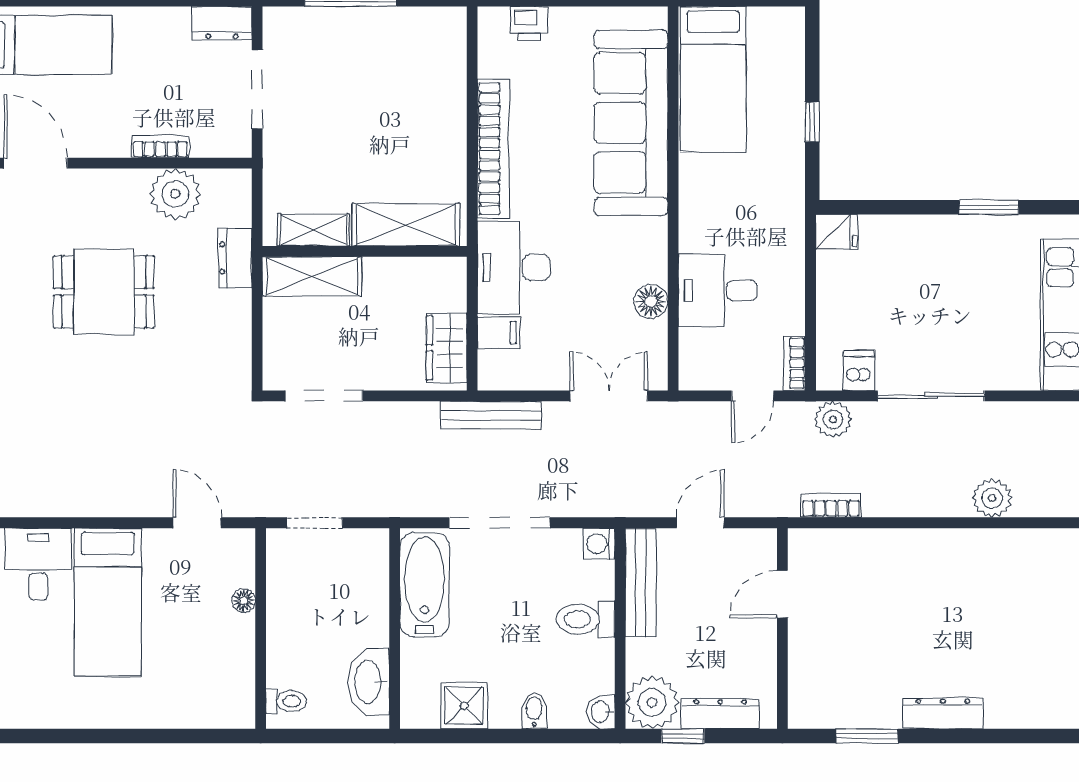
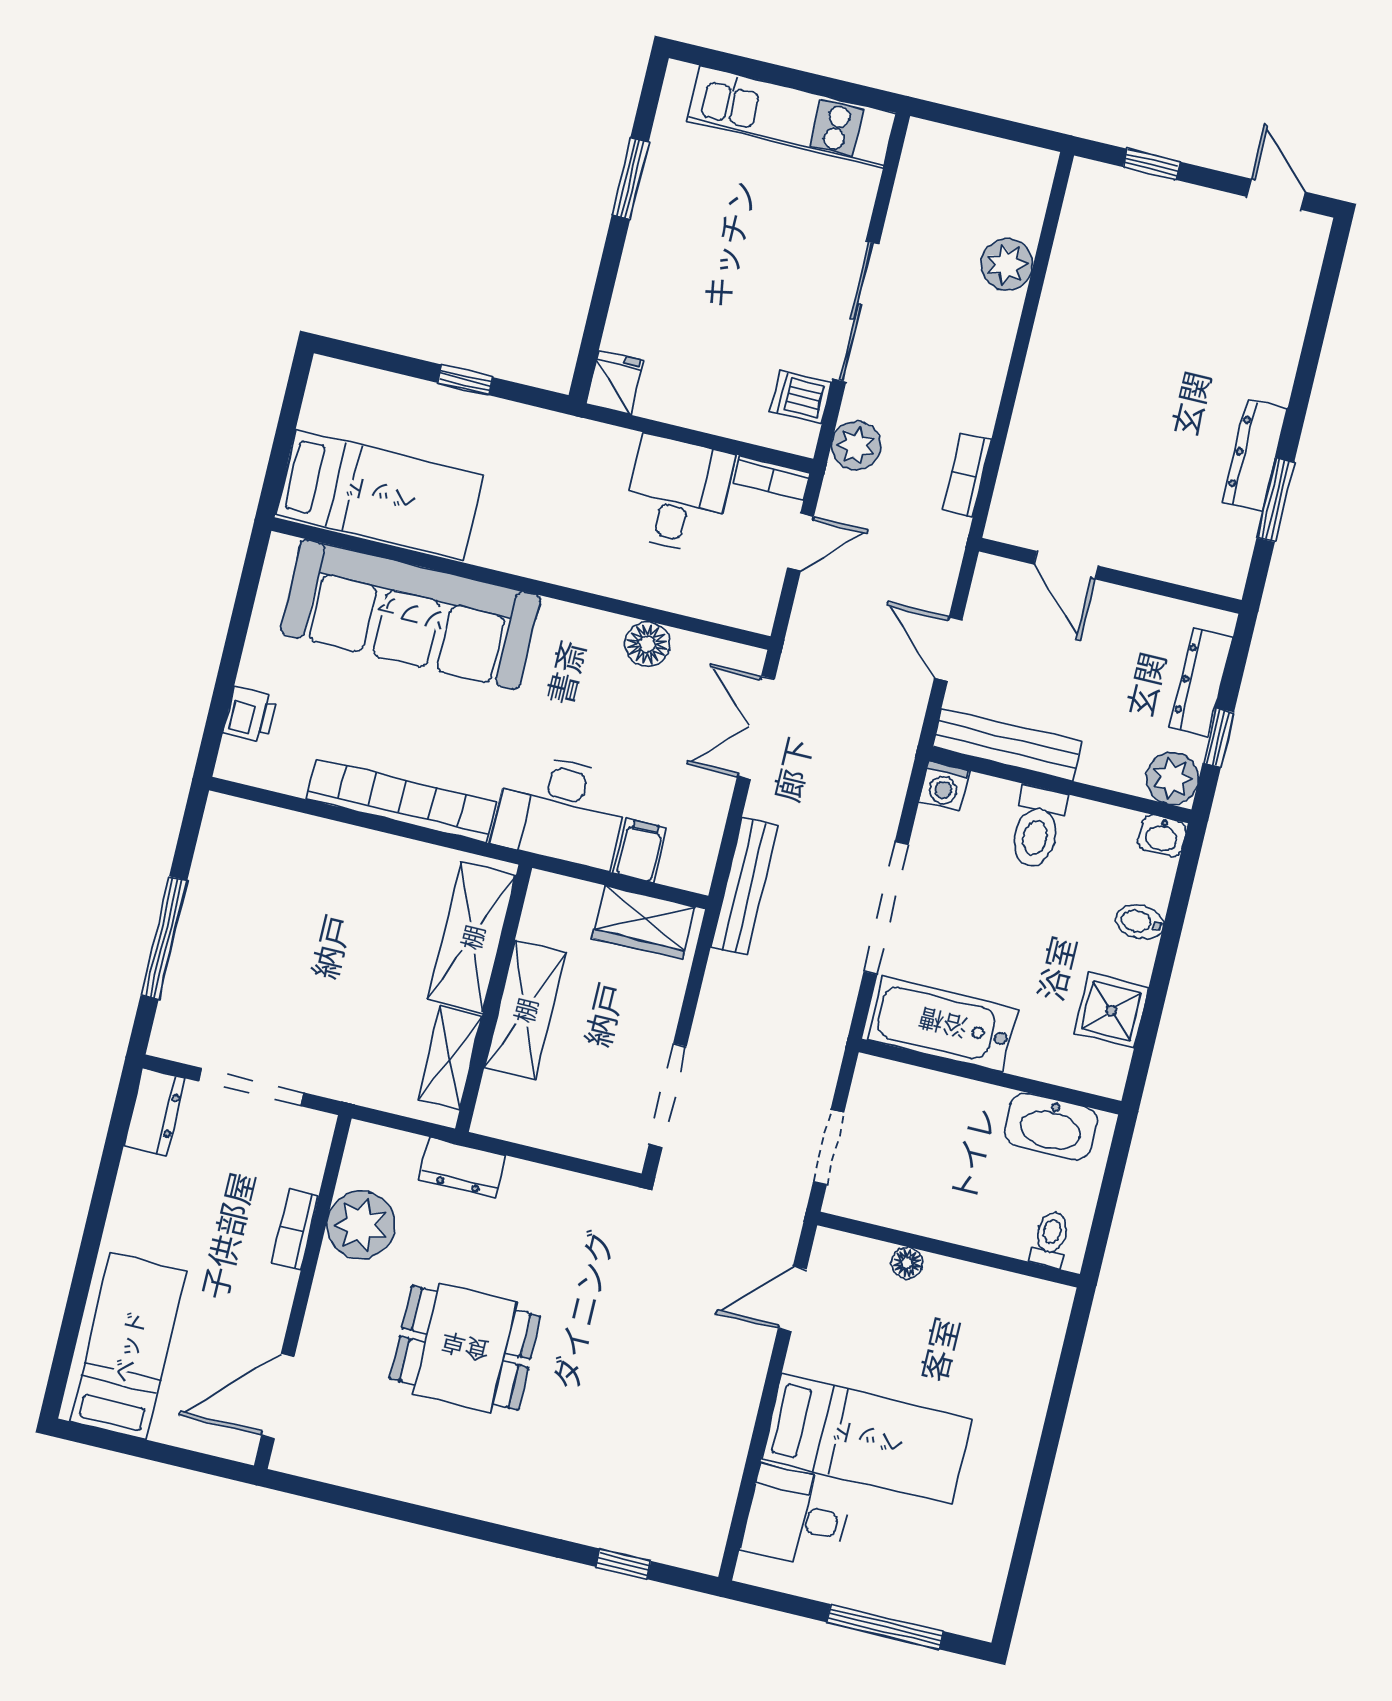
shelving: (312, 276) -> (525, 1010), moved
desk: (718, 291) -> (677, 494), moved, turned 180
dining table: (104, 292) -> (465, 1348), turned 90
door: (753, 396) -> (801, 542), hinge flipped
plant: (652, 702) -> (1172, 778), width x0.73, depth x0.73
dresser: (943, 713) -> (1255, 455), moved

